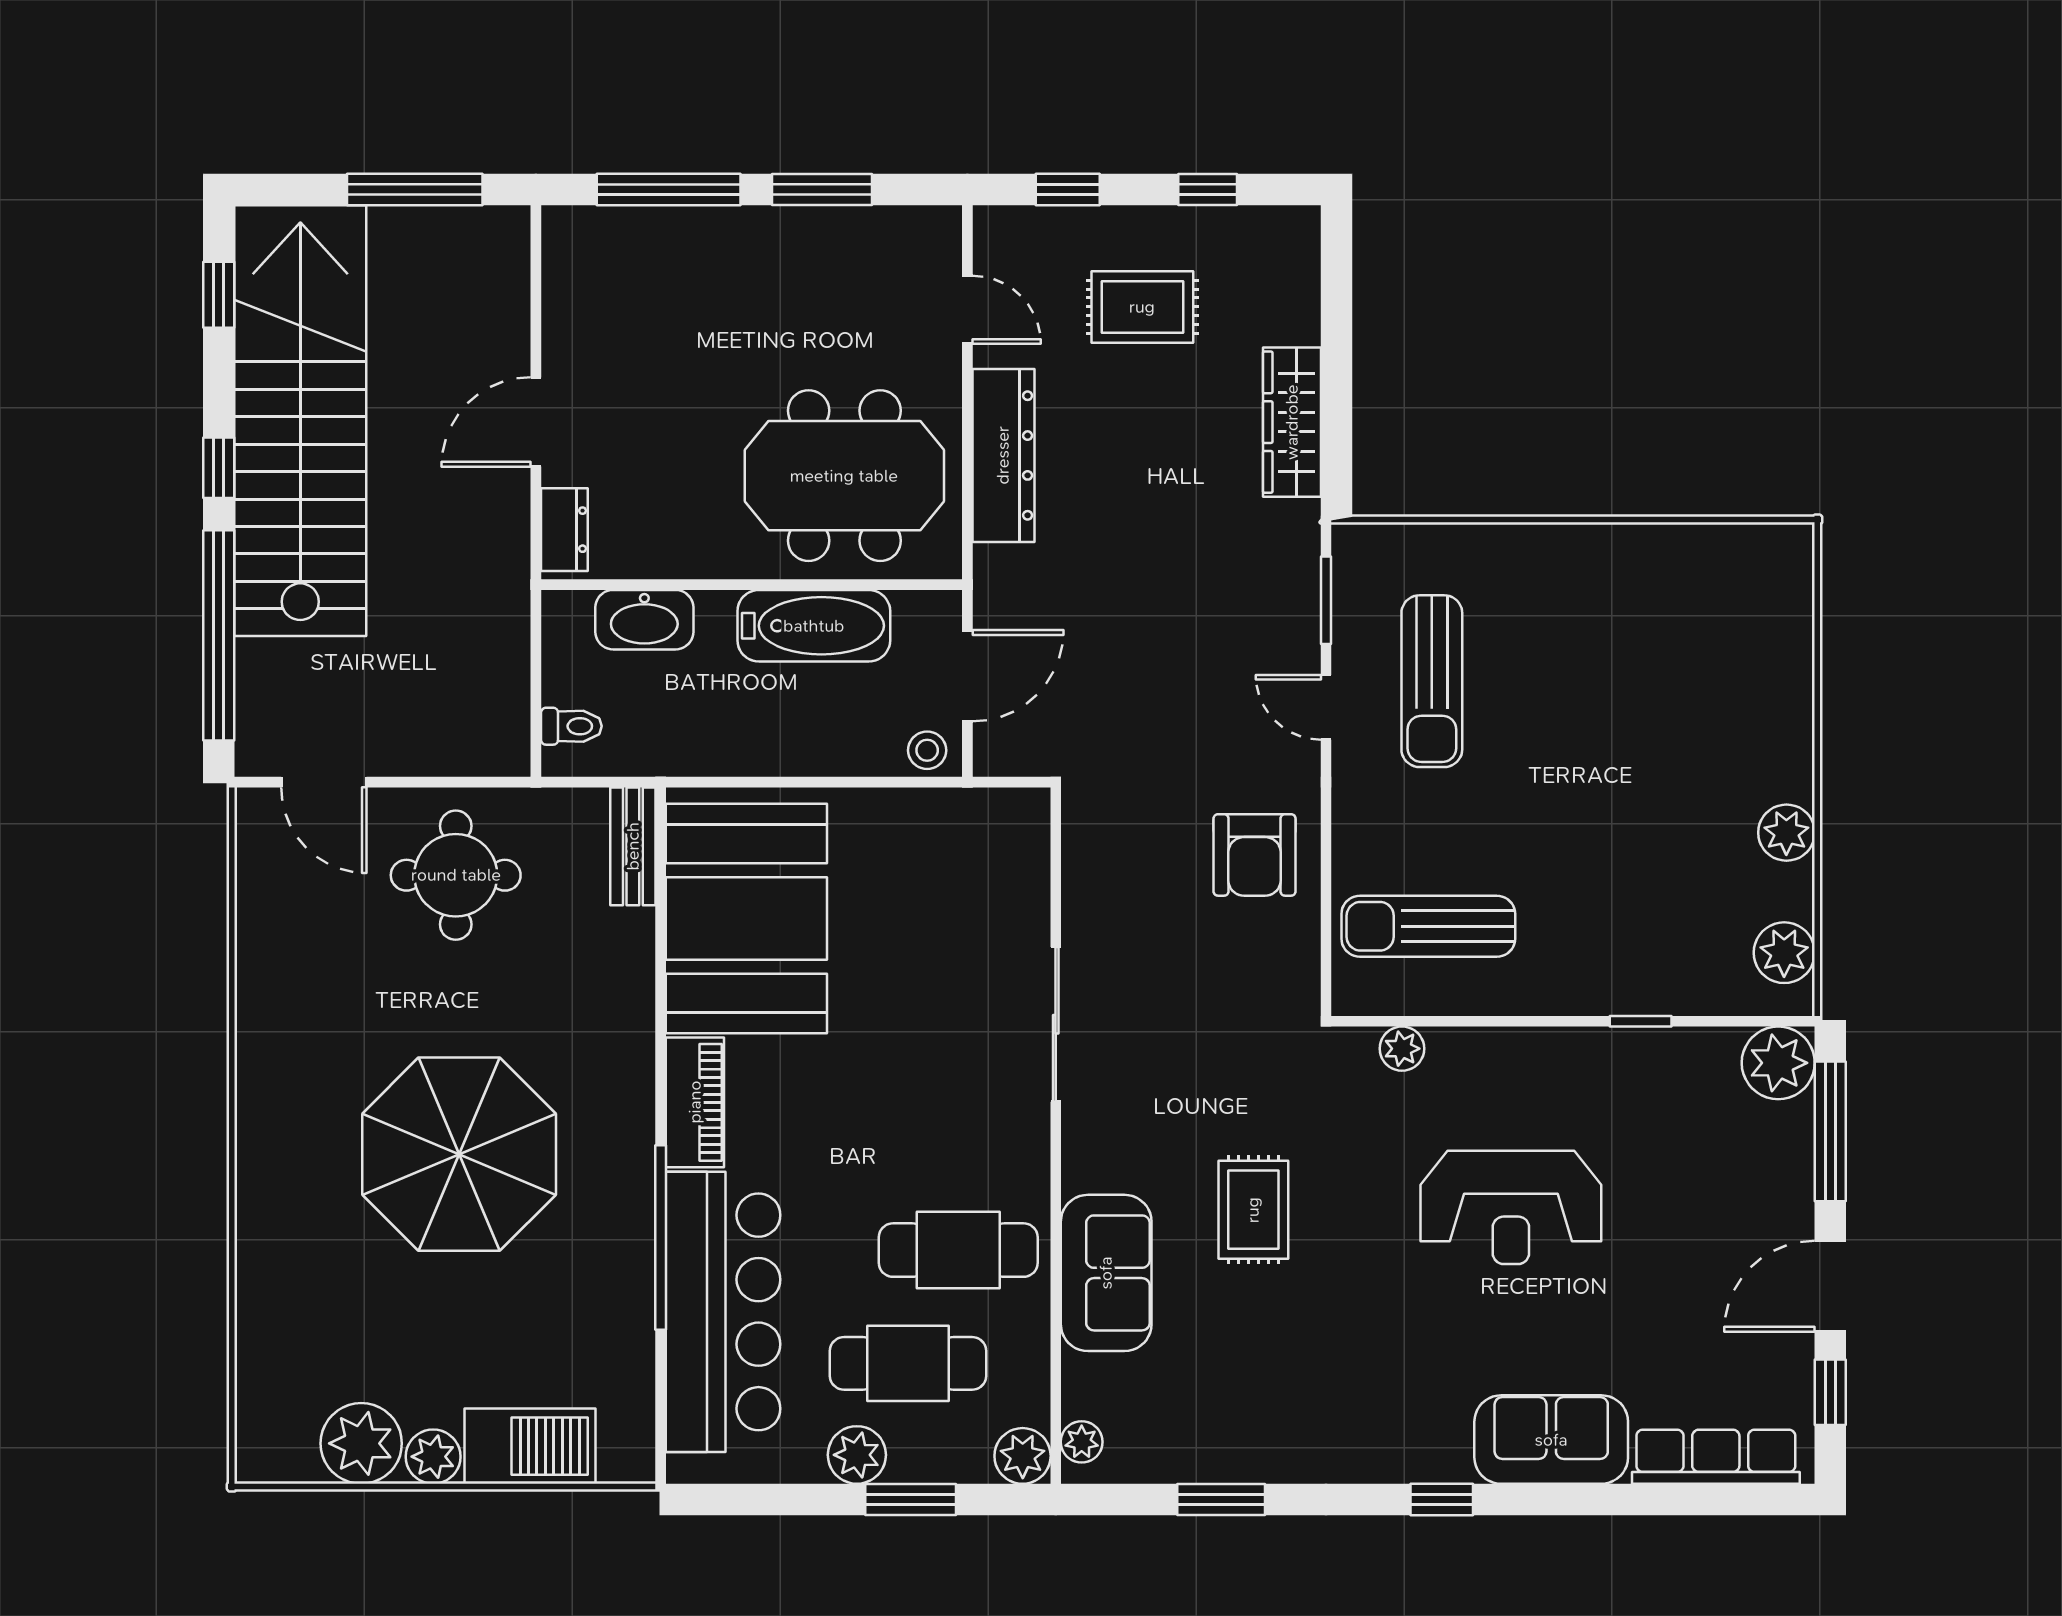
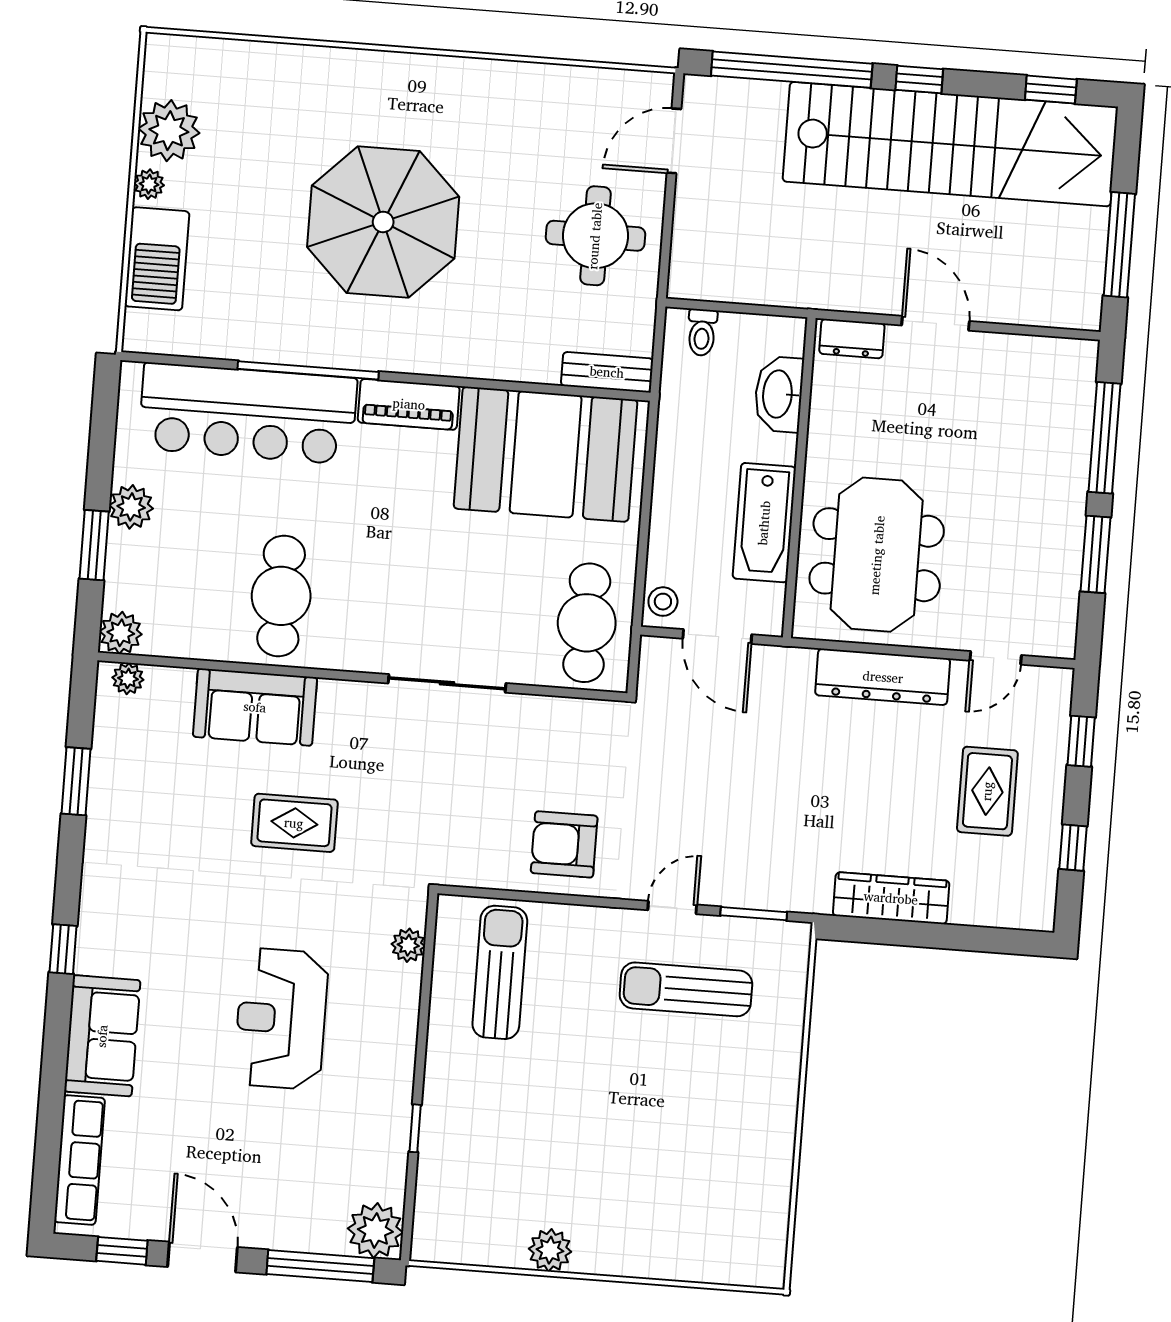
plant: (1784, 953) -> (459, 1241), removed
cafe table: (908, 1363) -> (587, 623), moved
plant: (433, 1457) -> (149, 184), width x0.73, depth x0.73

